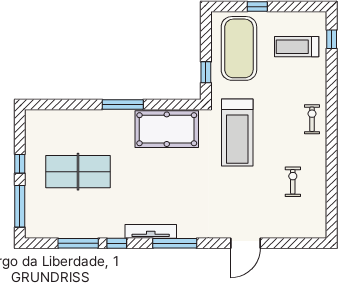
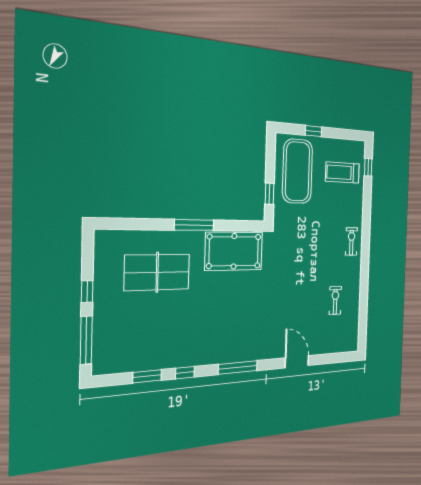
treadmill: (237, 132) -> (294, 254), removed
table tennis table: (78, 172) -> (157, 272), moved
tv unit: (151, 231) -> (217, 357), removed
window: (78, 243) -> (147, 376), width x0.69
door: (245, 243) -> (297, 362), swing flipped

